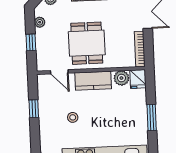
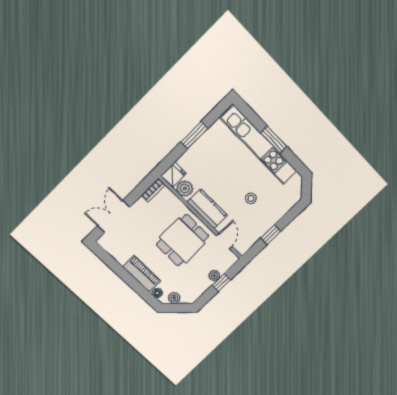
plant: (40, 22) -> (214, 276), moved
bookcase: (140, 49) -> (153, 190), width x0.64

